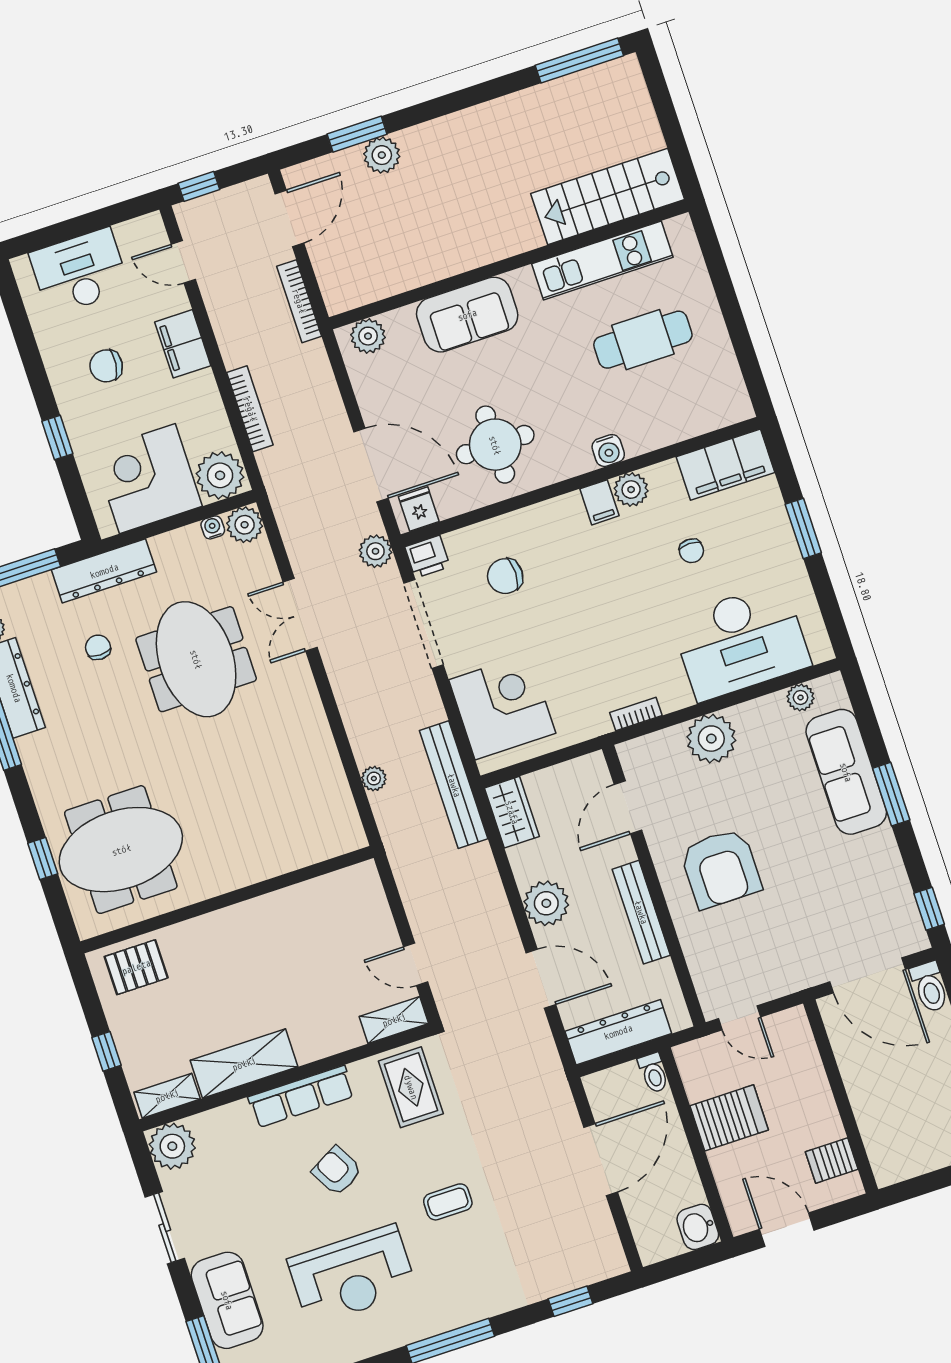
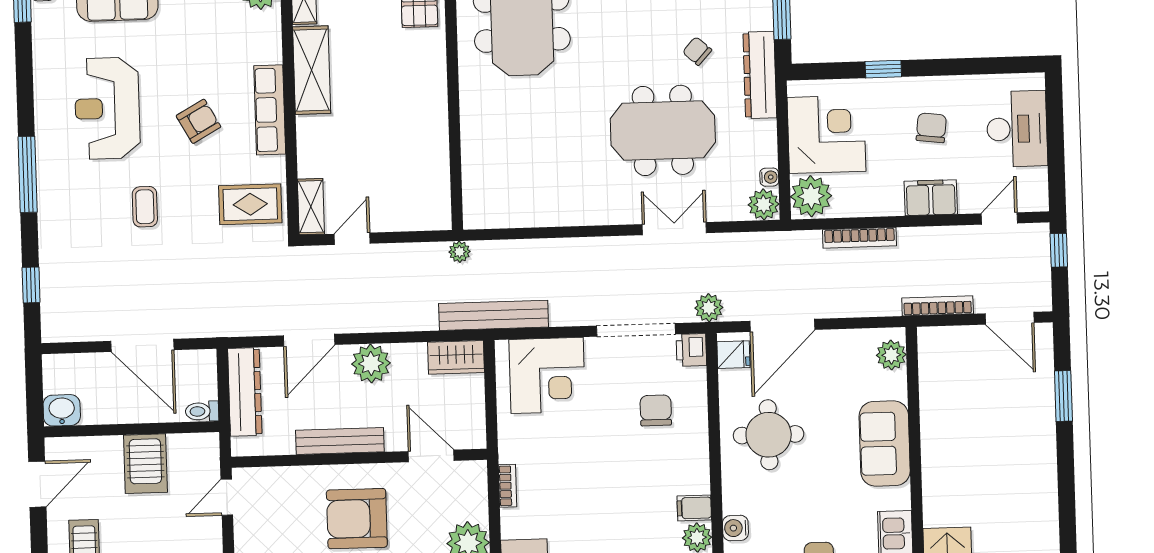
plant: (382, 155) -> (1040, 412), removed
chair: (98, 647) -> (697, 51), turned -138
plant: (374, 779) -> (460, 252), moved

